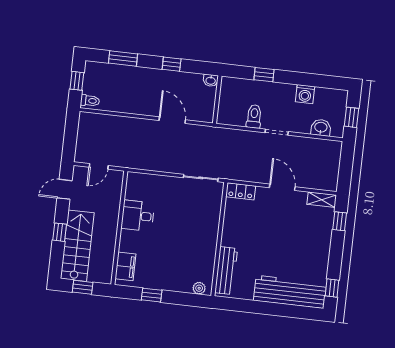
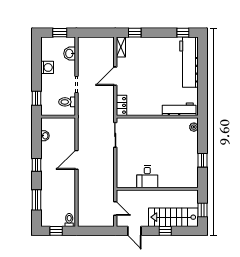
wall: (217, 100) -> (58, 117), moved
filing cabinet: (125, 266) -> (184, 181), removed

